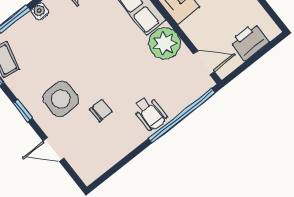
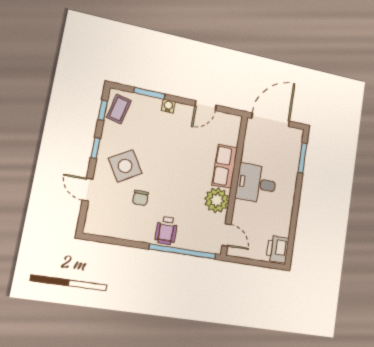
printer: (249, 42) -> (277, 249), moved, turned -90
side table: (61, 99) -> (125, 166), turned -31
chair: (101, 111) -> (140, 198), turned 90

